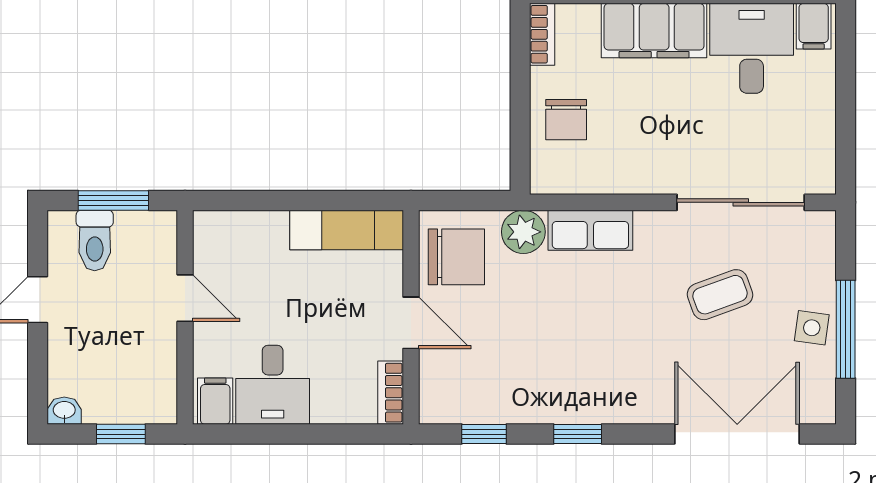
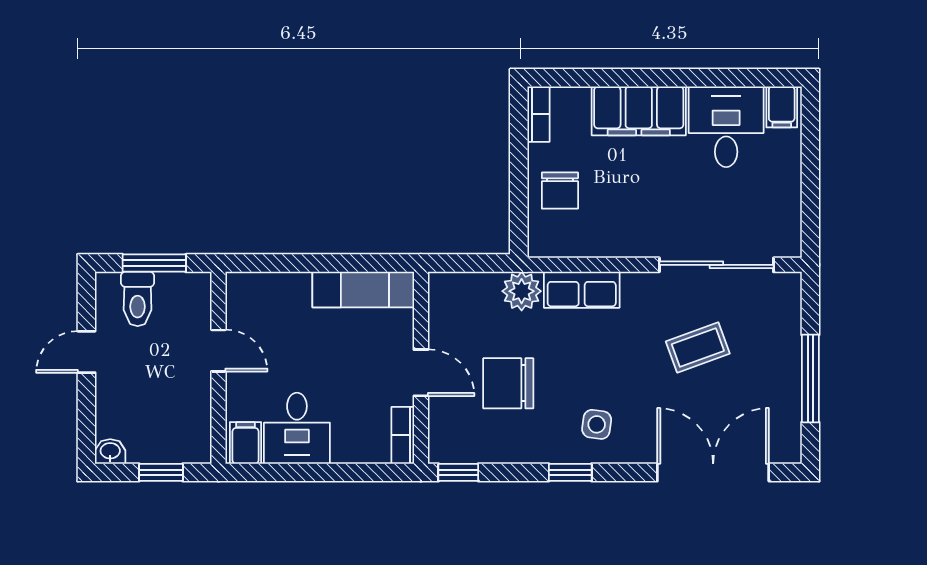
chair: (456, 257) -> (508, 383), moved, turned 180
side table: (812, 328) -> (597, 424), moved
window: (484, 434) -> (458, 472), moved

